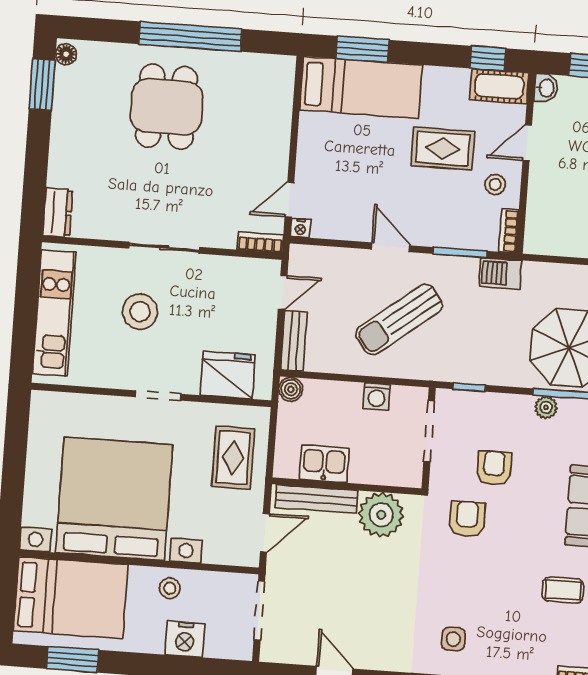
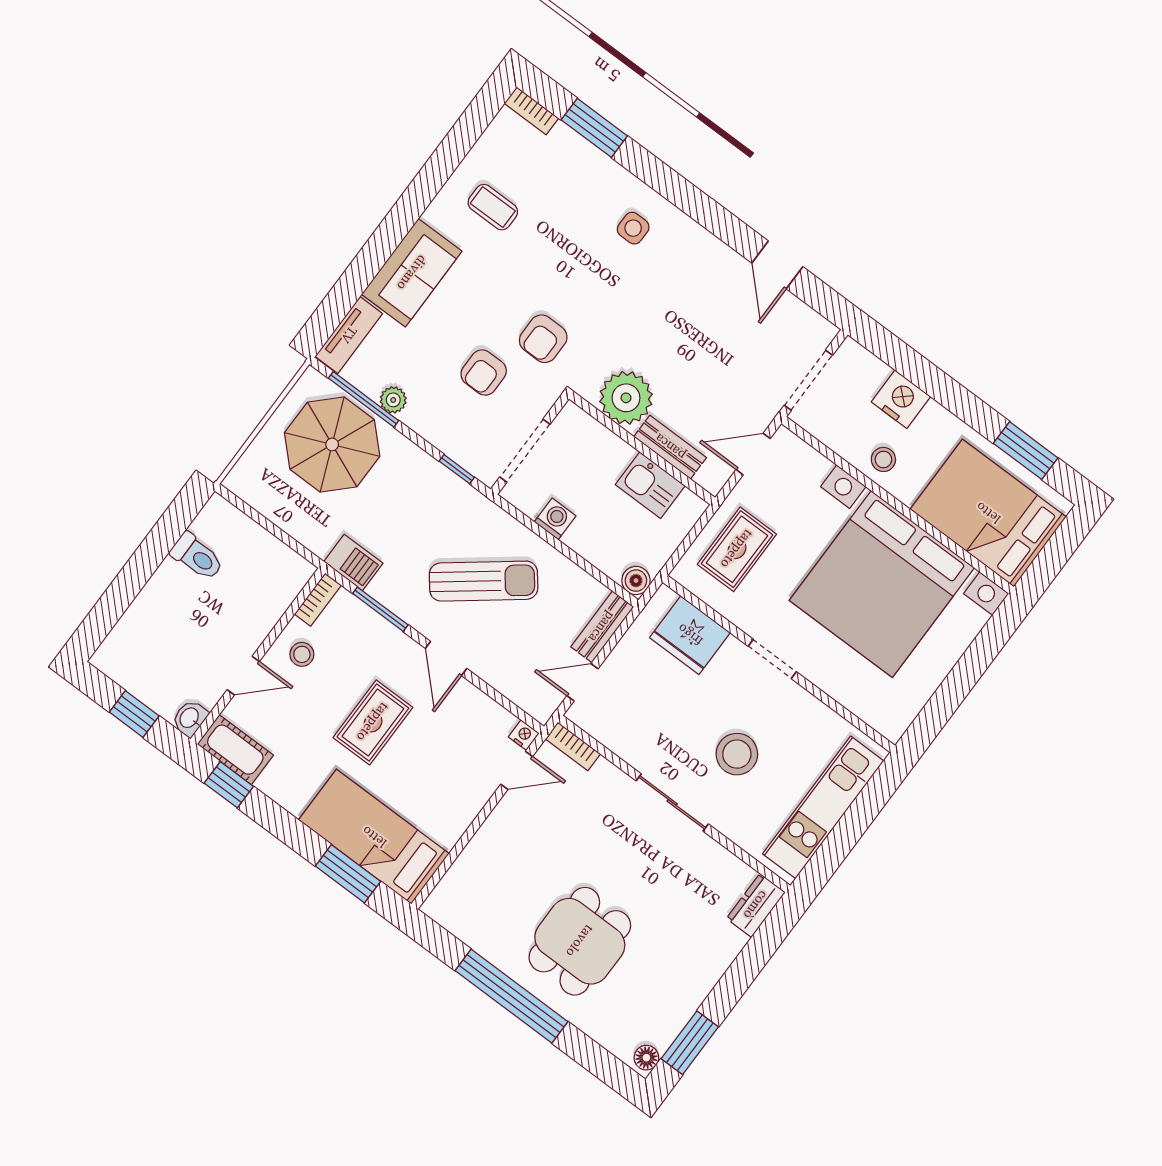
rug: (443, 148) -> (373, 722), moved, turned 90
bench: (316, 499) -> (670, 447), width x0.73

